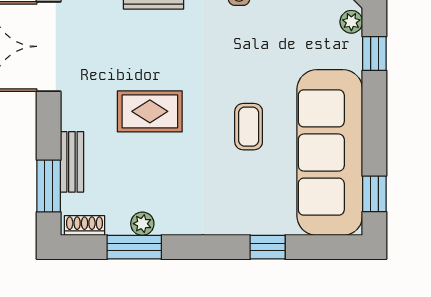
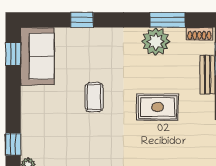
sofa: (330, 153) -> (37, 56), width x0.54, depth x0.79
plant: (142, 224) -> (156, 41), width x1.88, depth x1.88

